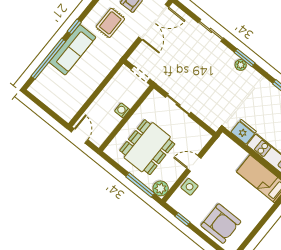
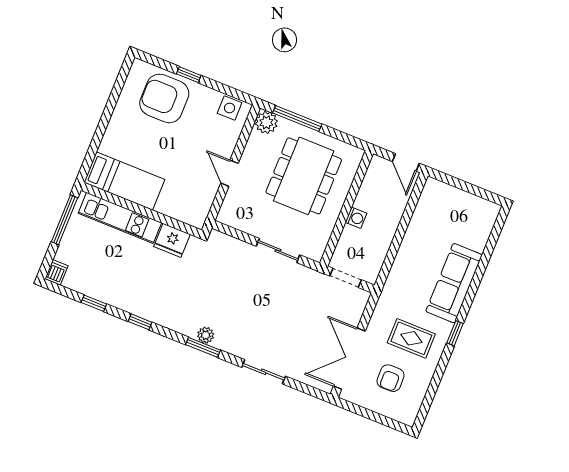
rug: (110, 23) -> (411, 338), turned 90
window: (74, 27) -> (455, 333), moved
window: (48, 59) -> (485, 260), removed
door: (194, 163) -> (229, 173), swing flipped
side table: (190, 187) -> (230, 108), moved
window: (182, 219) -> (189, 75), moved

